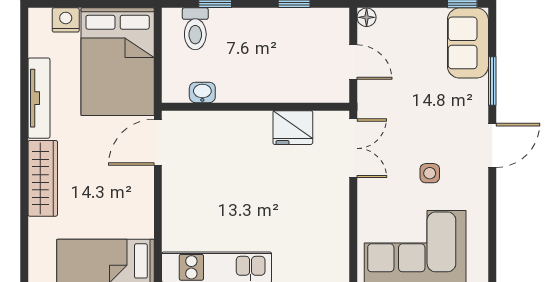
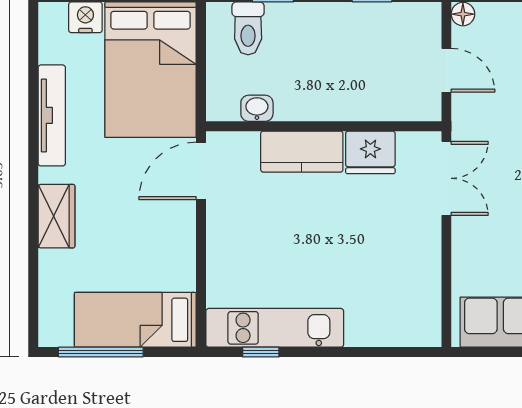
kitchen counter: (238, 127) -> (302, 152), added
wardrobe: (43, 178) -> (57, 216), width x0.67

